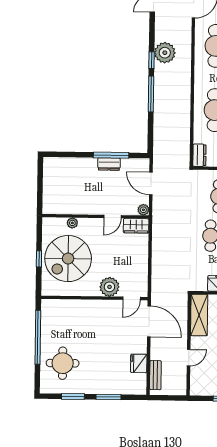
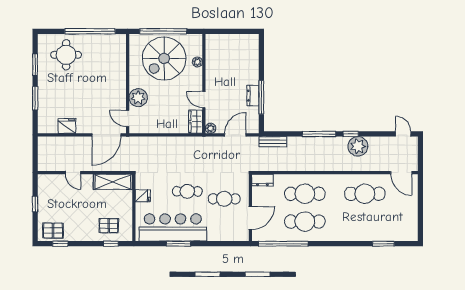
window: (39, 259) -> (163, 31), width x3.17
spiral stairs: (68, 259) -> (164, 58), turned -90
bench: (155, 375) -> (273, 142), moved

